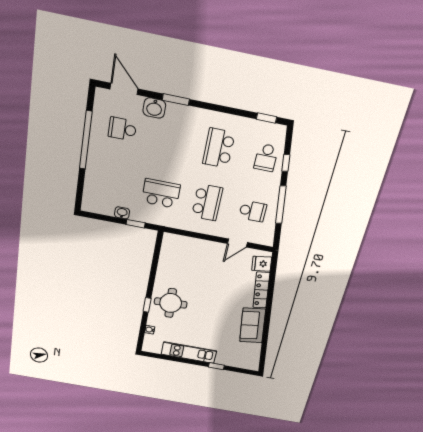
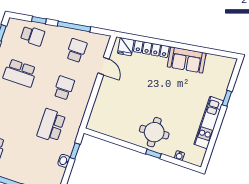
school desk: (207, 202) -> (64, 88), width x0.54

